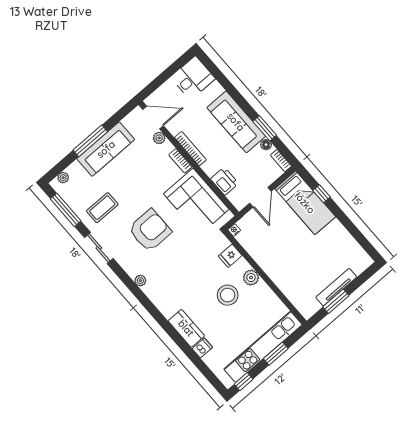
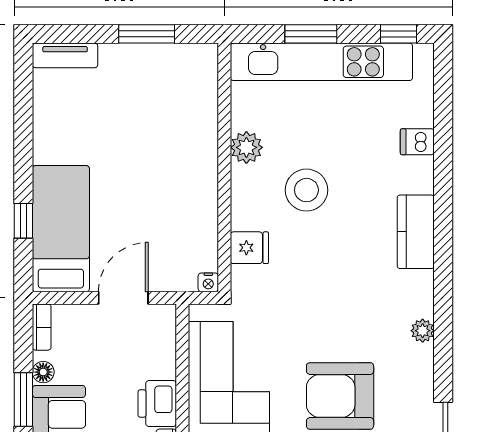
printer: (224, 181) -> (157, 404), moved
plant: (251, 278) -> (246, 147), moved
tv unit: (336, 287) -> (65, 55), moved, width x0.71
kitchen counter: (186, 328) -> (416, 232), moved

